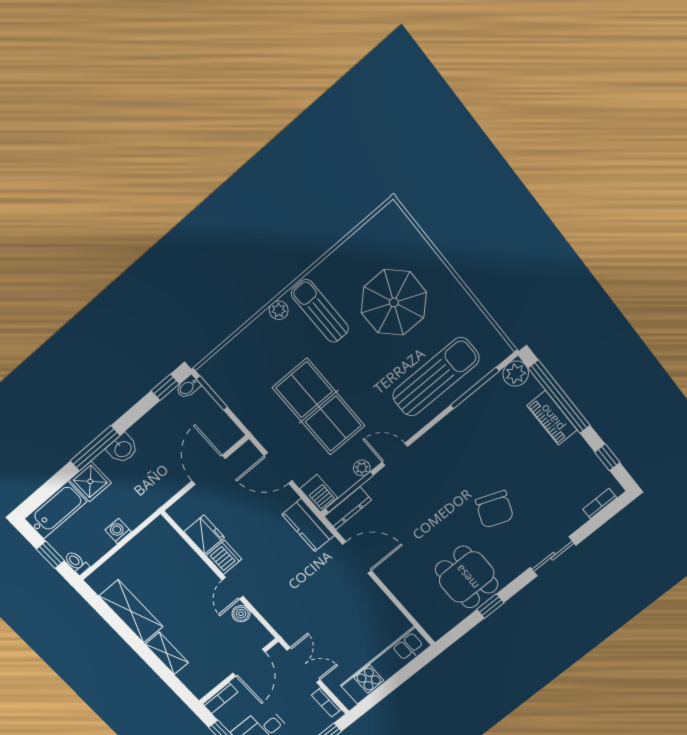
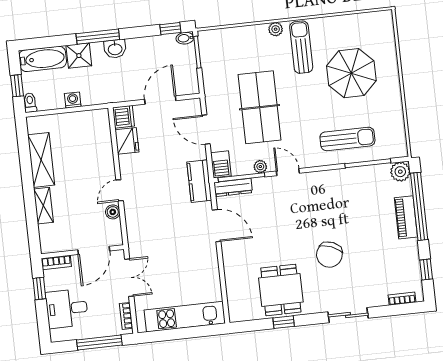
sun lounger: (436, 377) -> (347, 139), width x0.73, depth x0.75
dishwasher: (224, 557) -> (123, 117), moved

